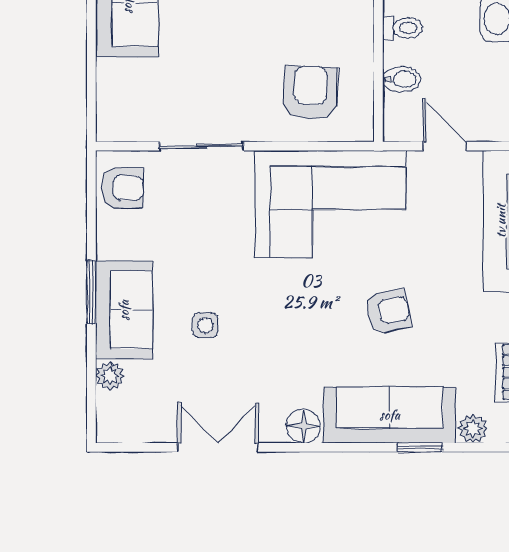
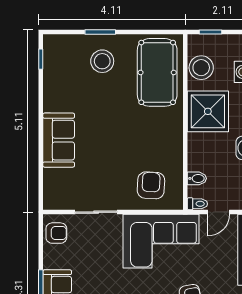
toilet: (403, 28) -> (197, 204), moved
door: (445, 146) -> (219, 212), swing flipped

